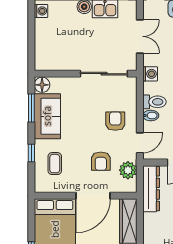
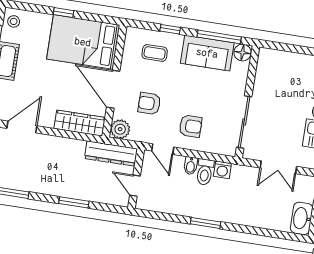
washing machine: (150, 74) -> (222, 170), moved
window: (31, 108) -> (219, 37), width x1.44
plant: (128, 170) -> (120, 129), moved

